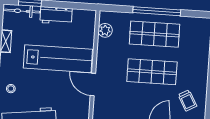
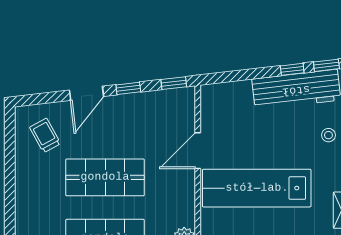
door: (93, 84) -> (198, 151), swing flipped

